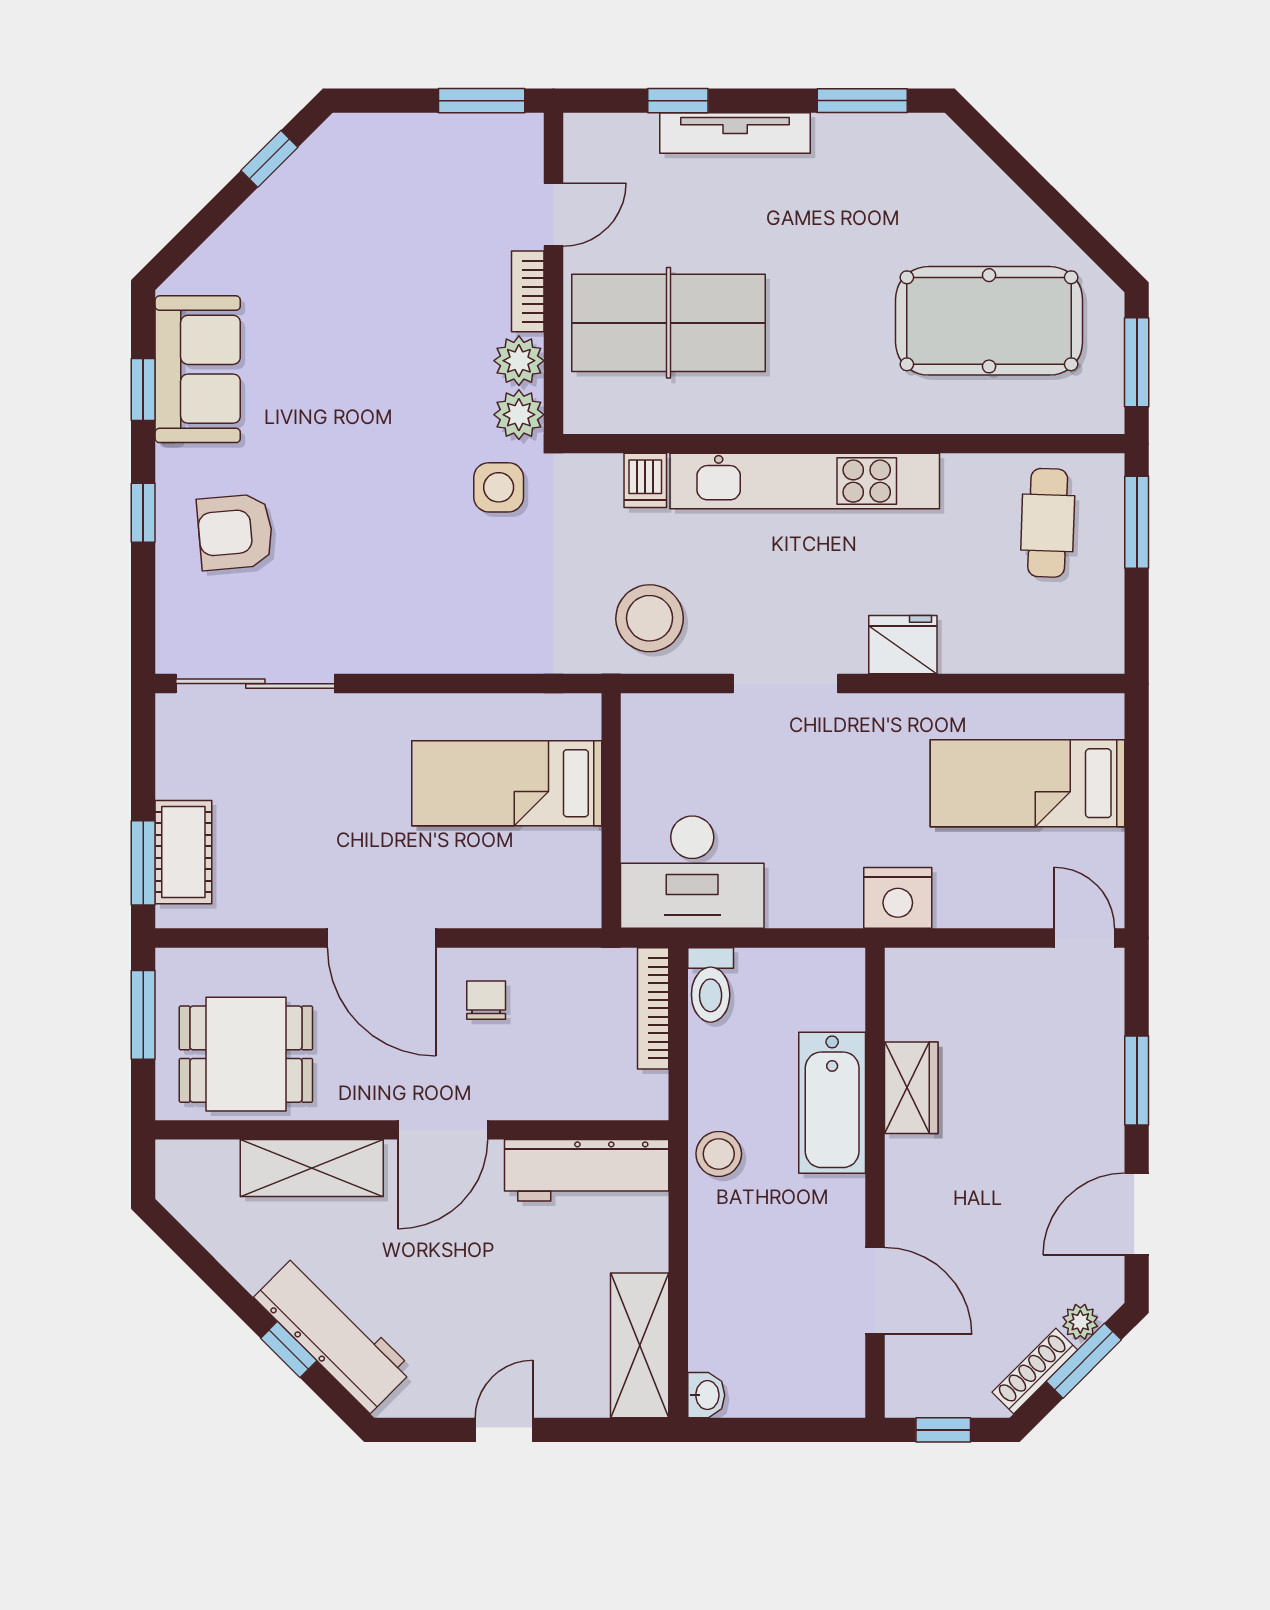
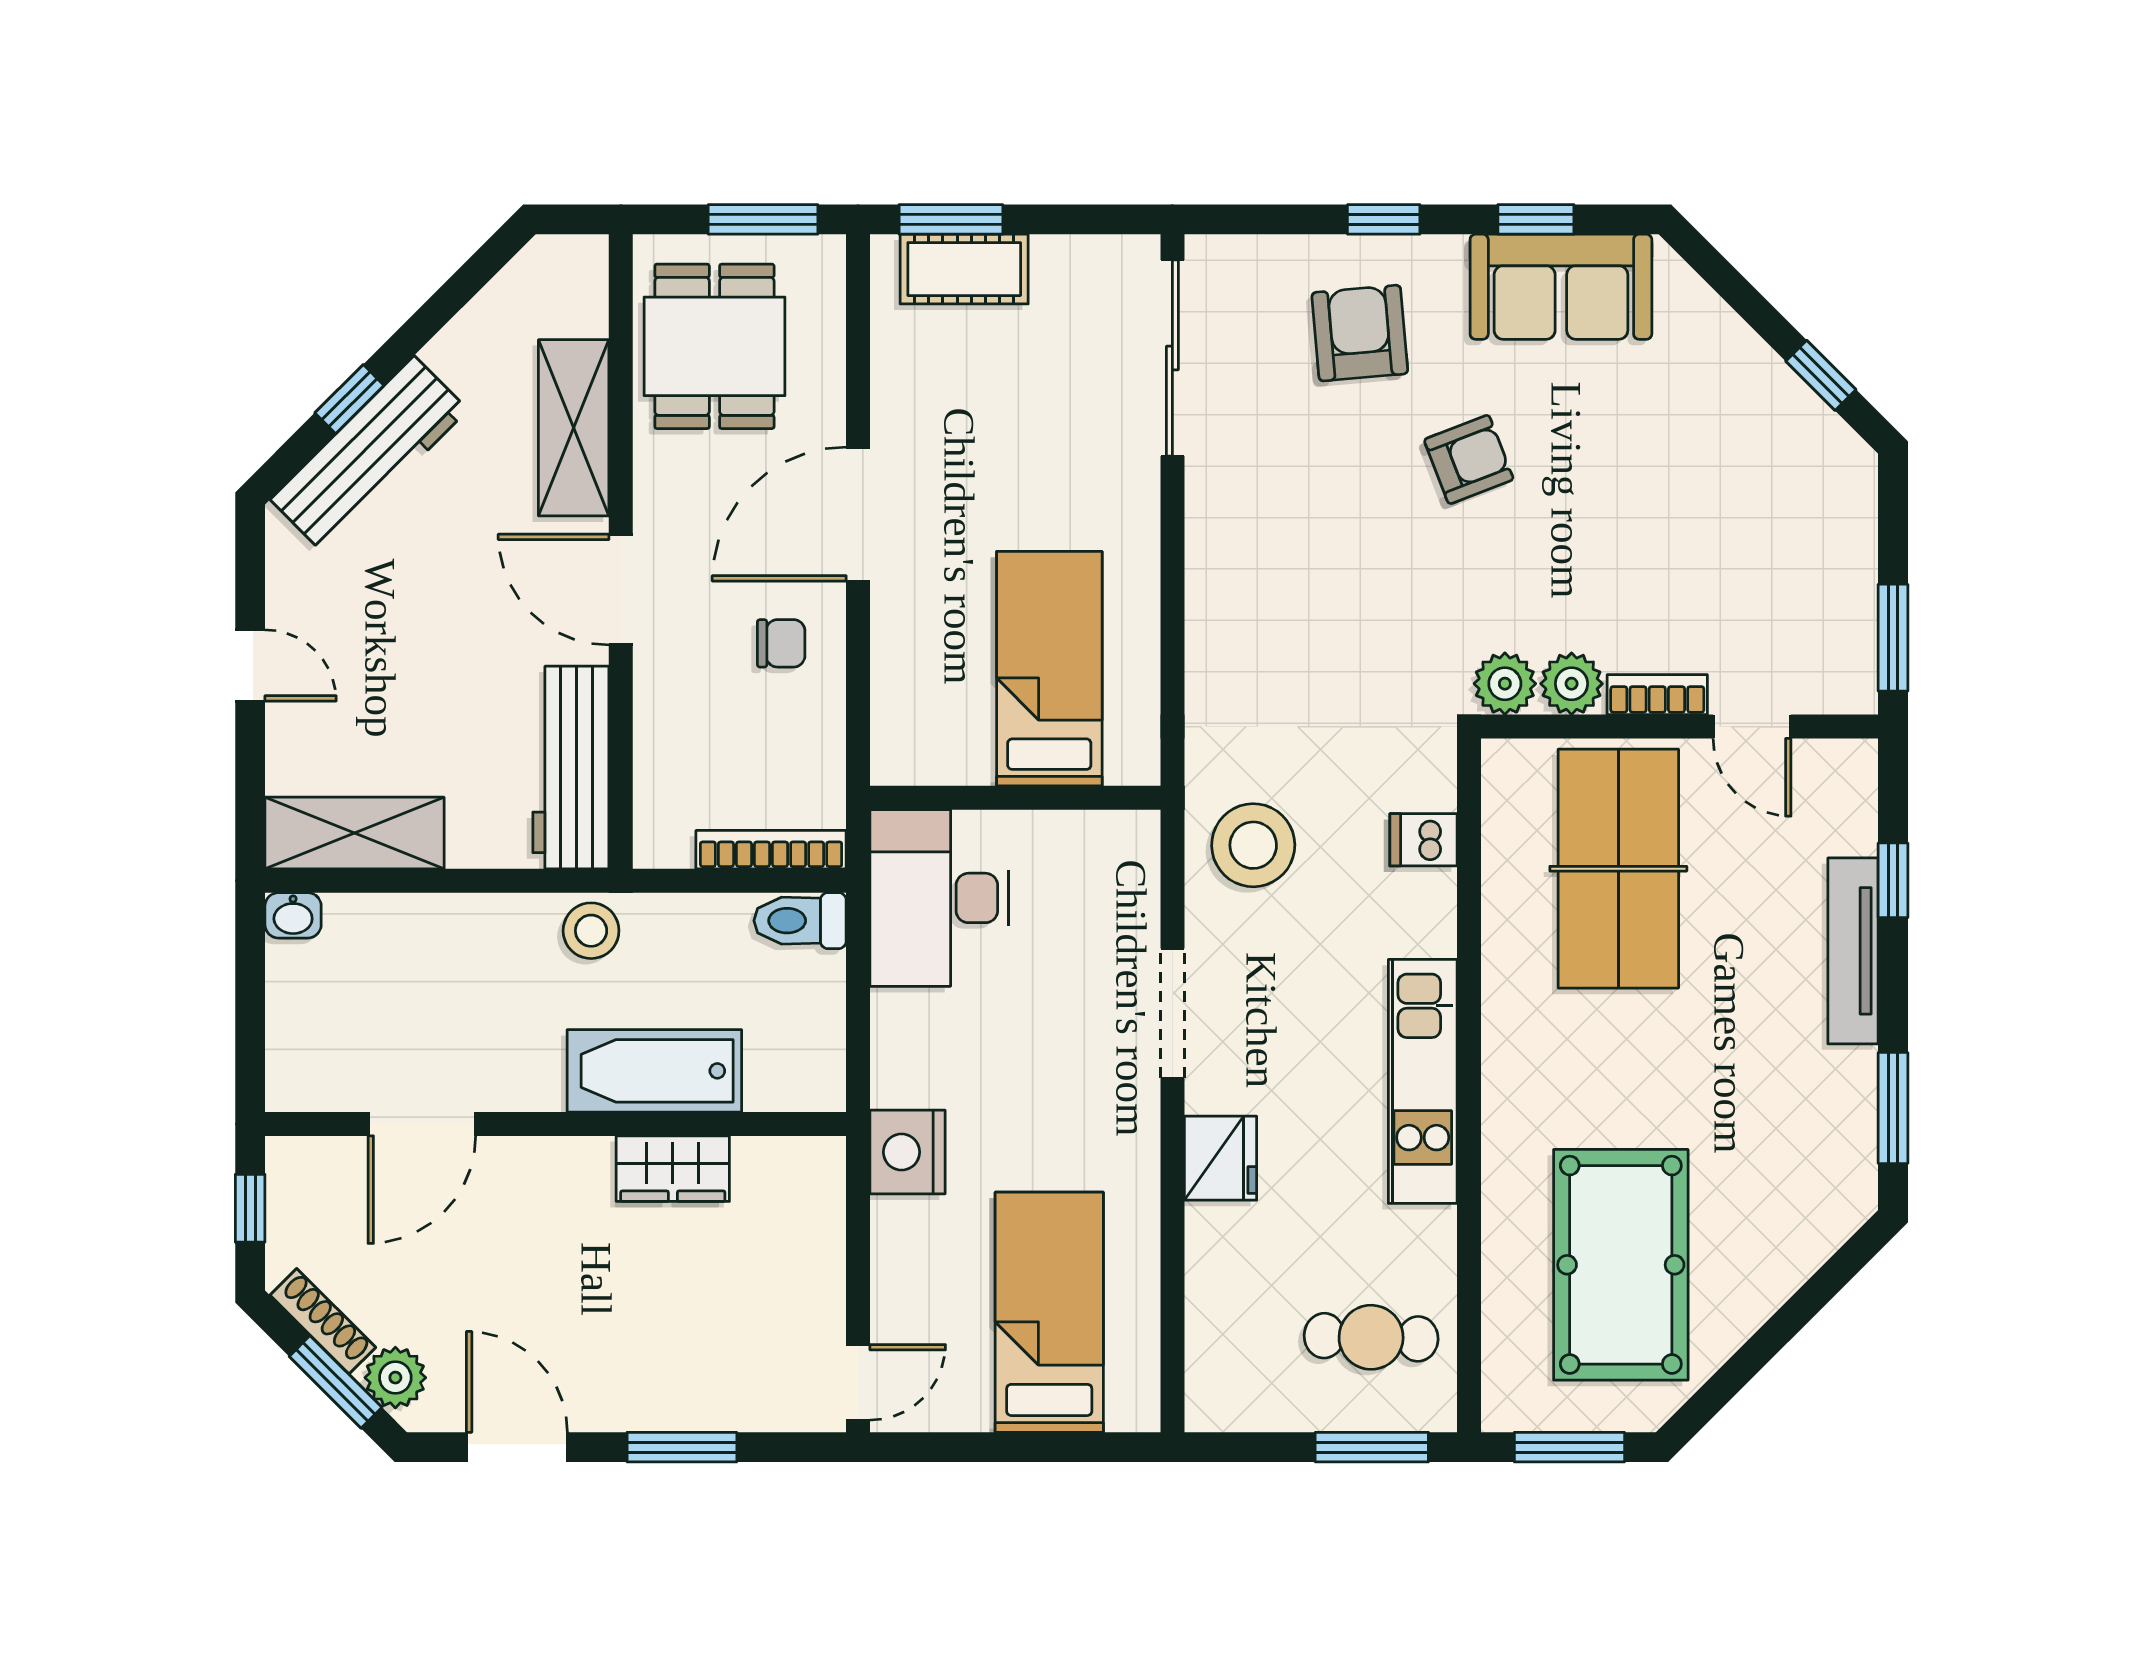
armchair: (337, 444) -> (1469, 459), added
kitchen unit: (805, 481) -> (1423, 1081), width x0.73
side table: (499, 487) -> (1415, 659), removed
plant: (1080, 1322) -> (395, 1378), width x1.38, depth x1.38

